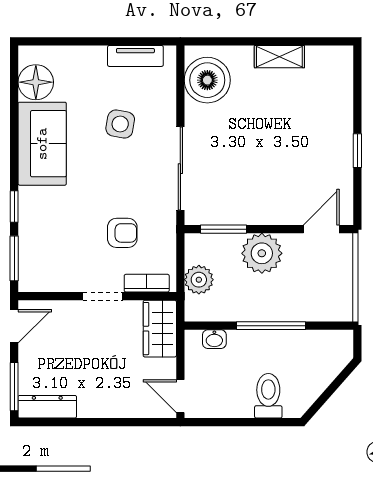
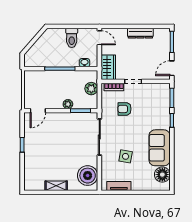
plant: (262, 253) -> (68, 104), width x0.53, depth x0.53
toilet: (268, 396) -> (72, 38), moved
dresser: (47, 407) -> (140, 33), moved

